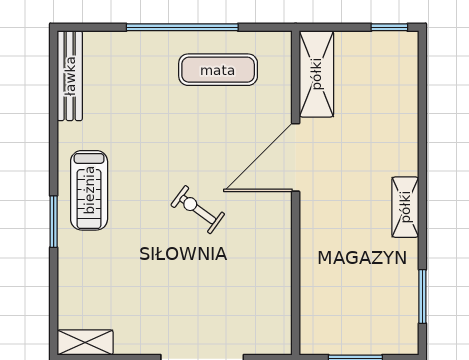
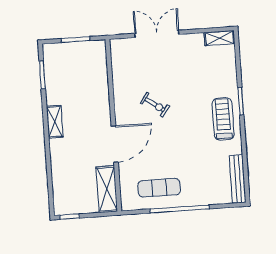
exercise bike: (198, 210) -> (155, 104), moved

